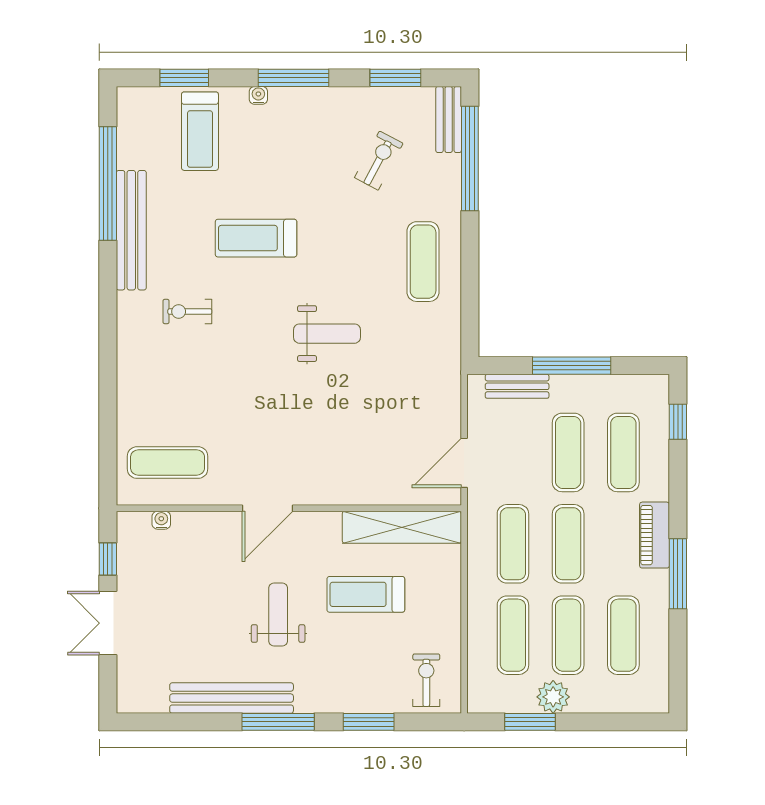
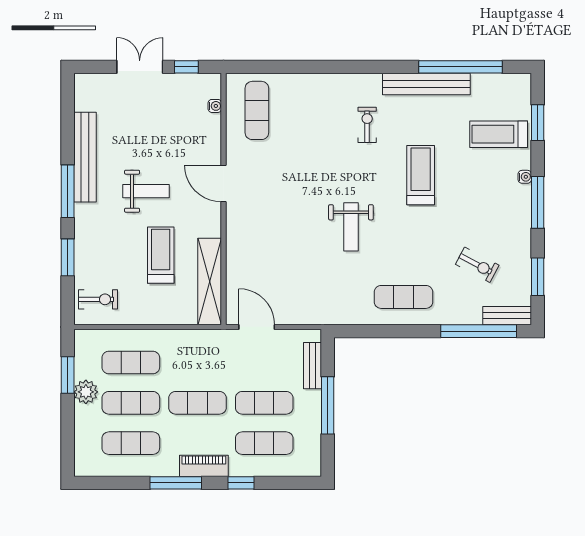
window: (678, 422) -> (241, 483), moved
exercise mat: (513, 544) -> (198, 363), removed

